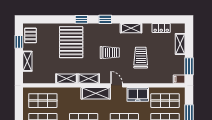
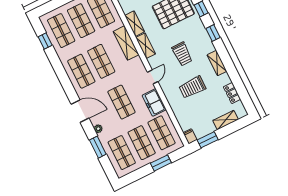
trolley: (141, 58) -> (192, 87), turned 180
shelving: (96, 93) -> (126, 43), moved

